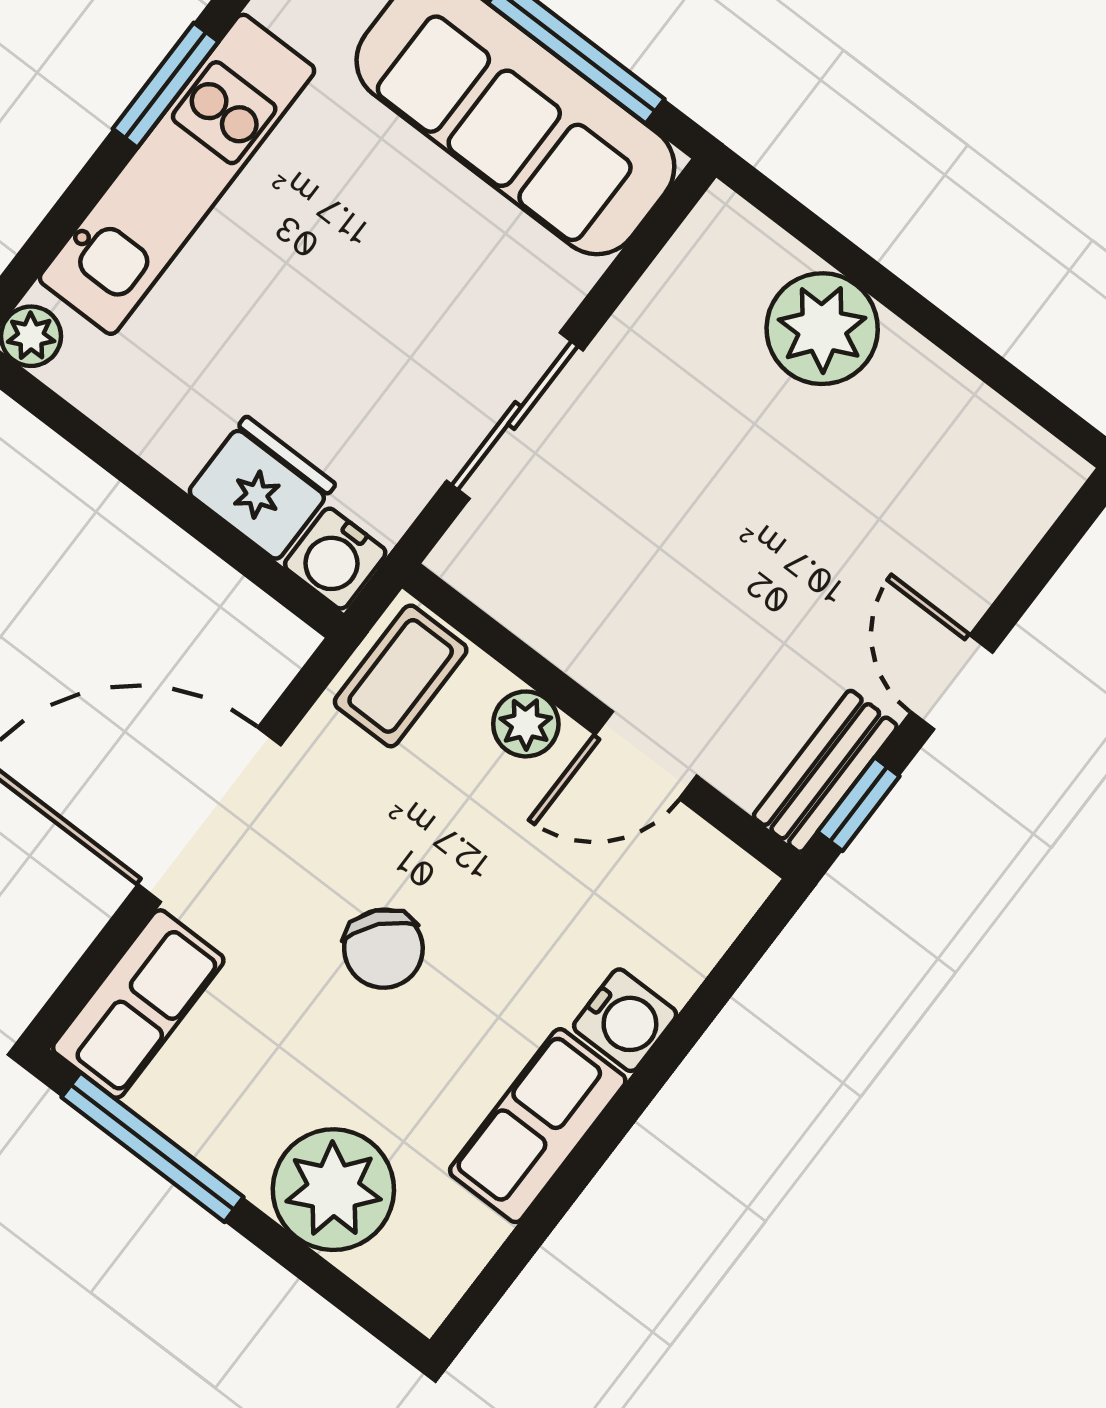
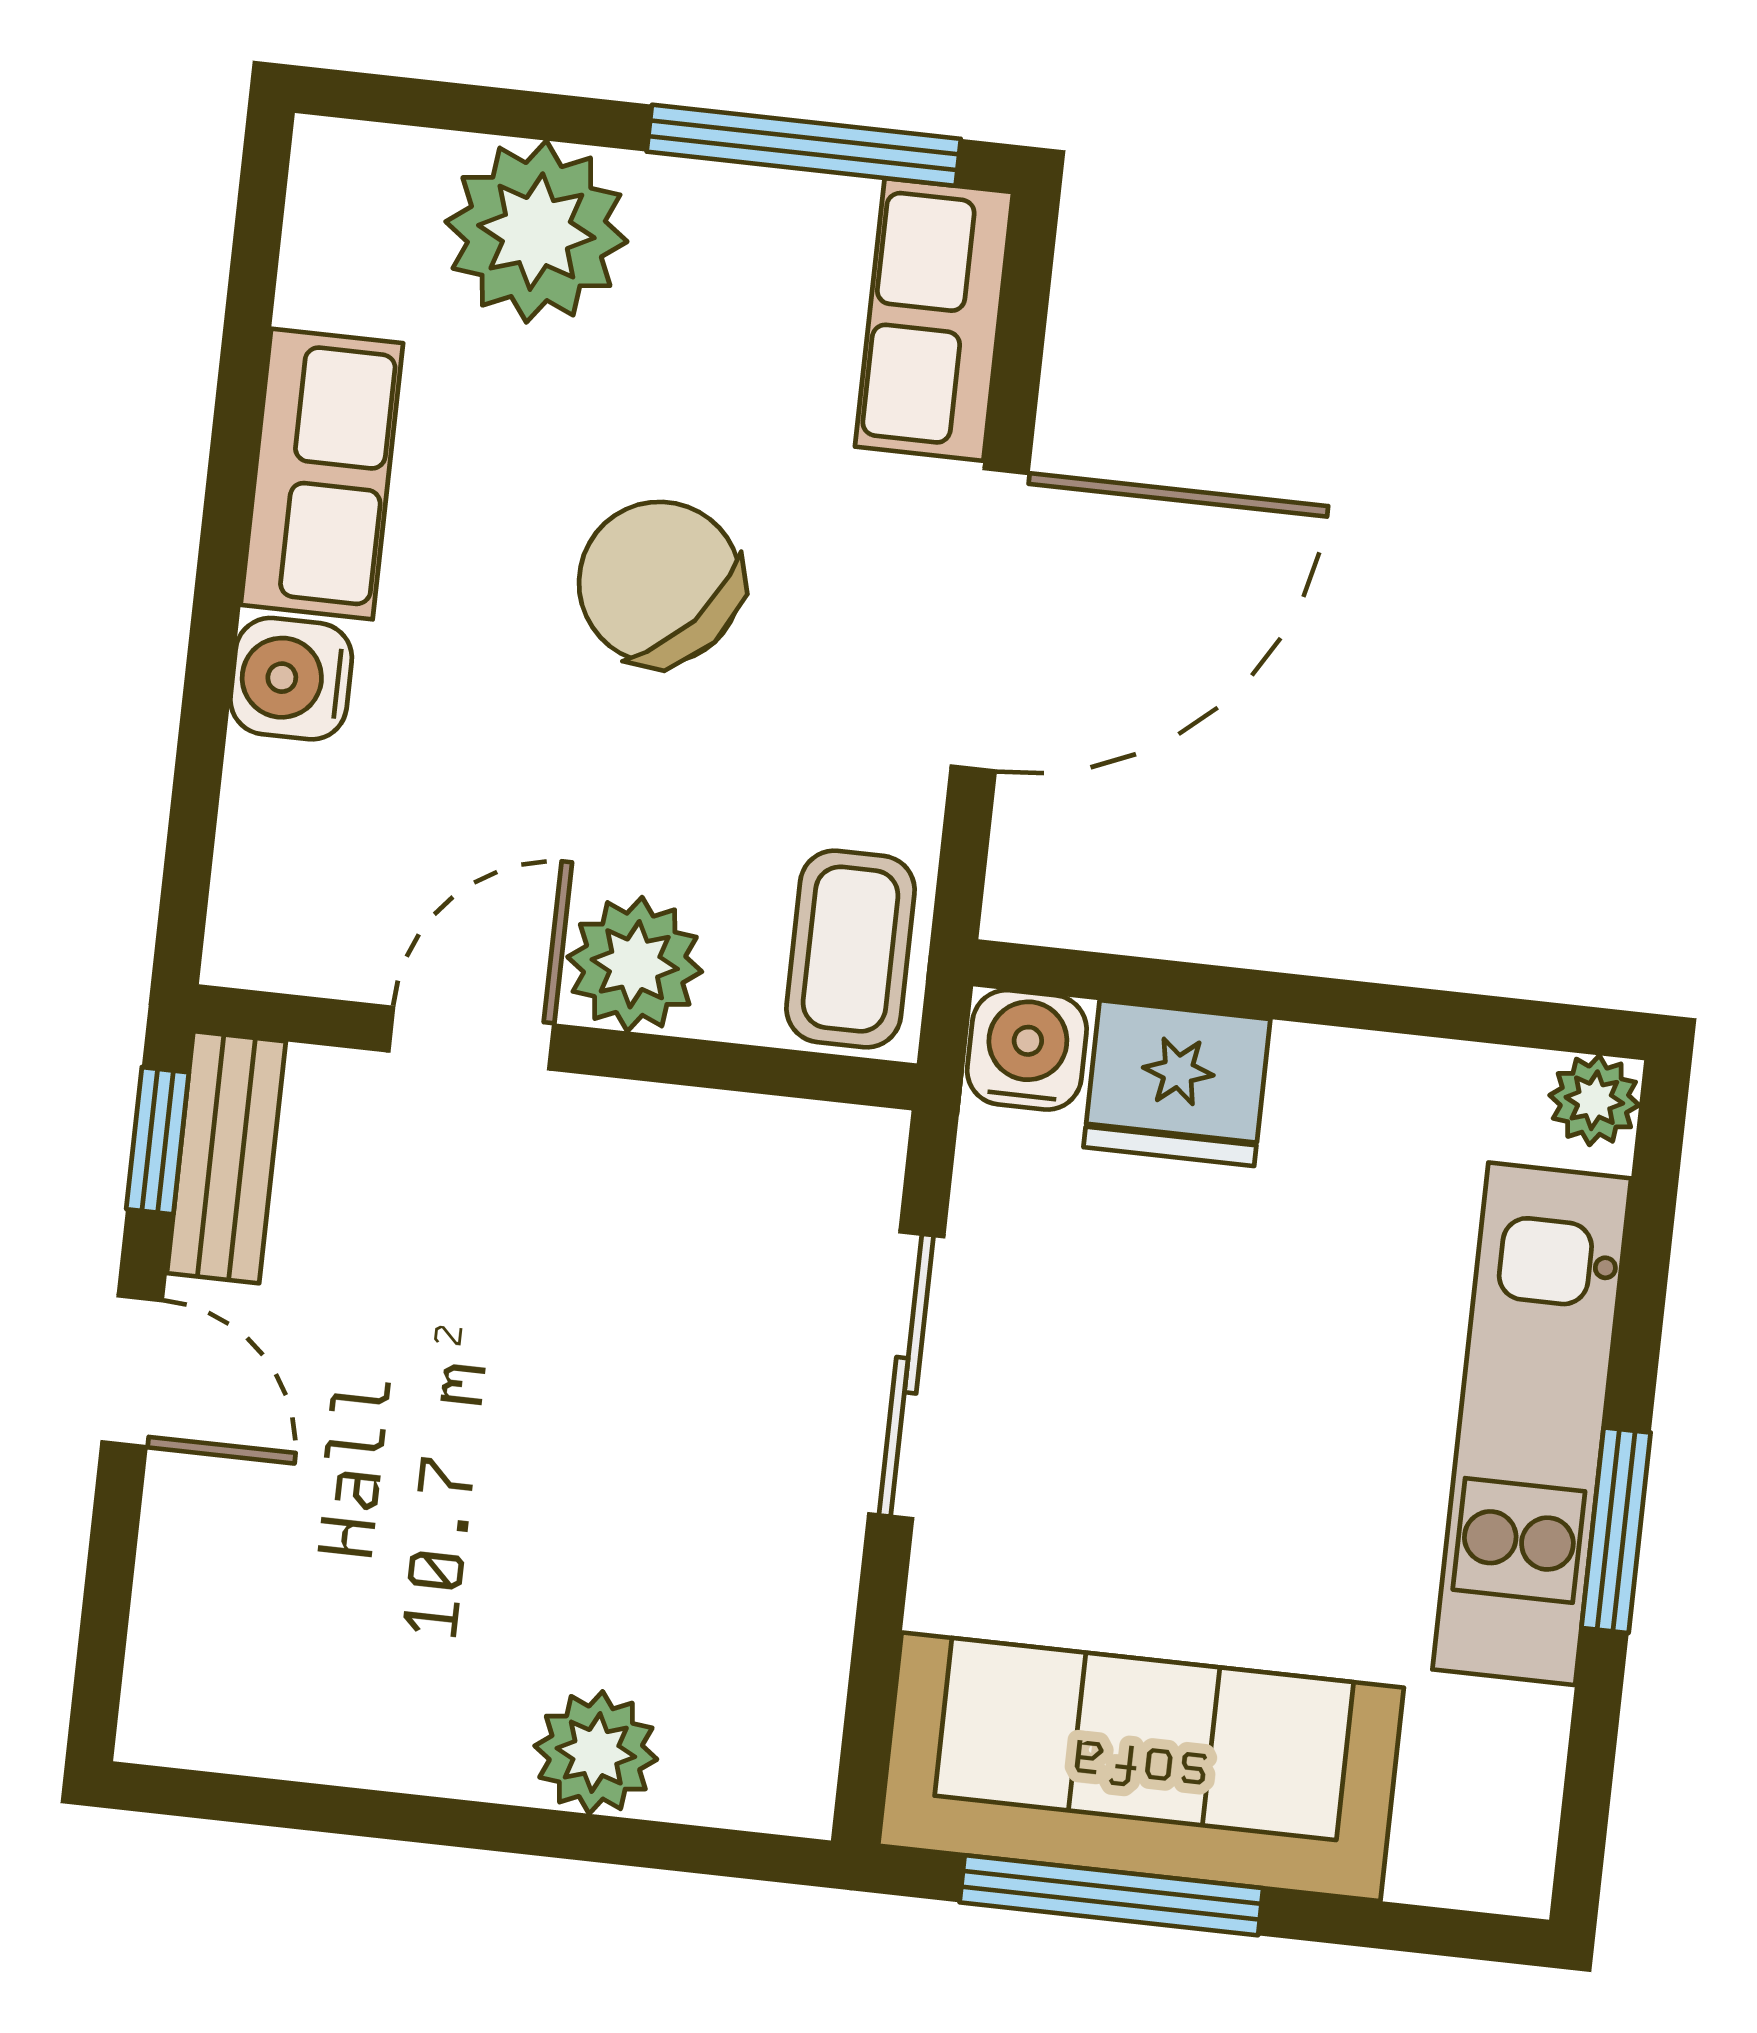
plant: (822, 329) -> (596, 1753), width x0.73, depth x0.73
plant: (526, 724) -> (635, 964), width x1.38, depth x1.38
chair: (383, 949) -> (660, 583), width x1.37, depth x1.37

